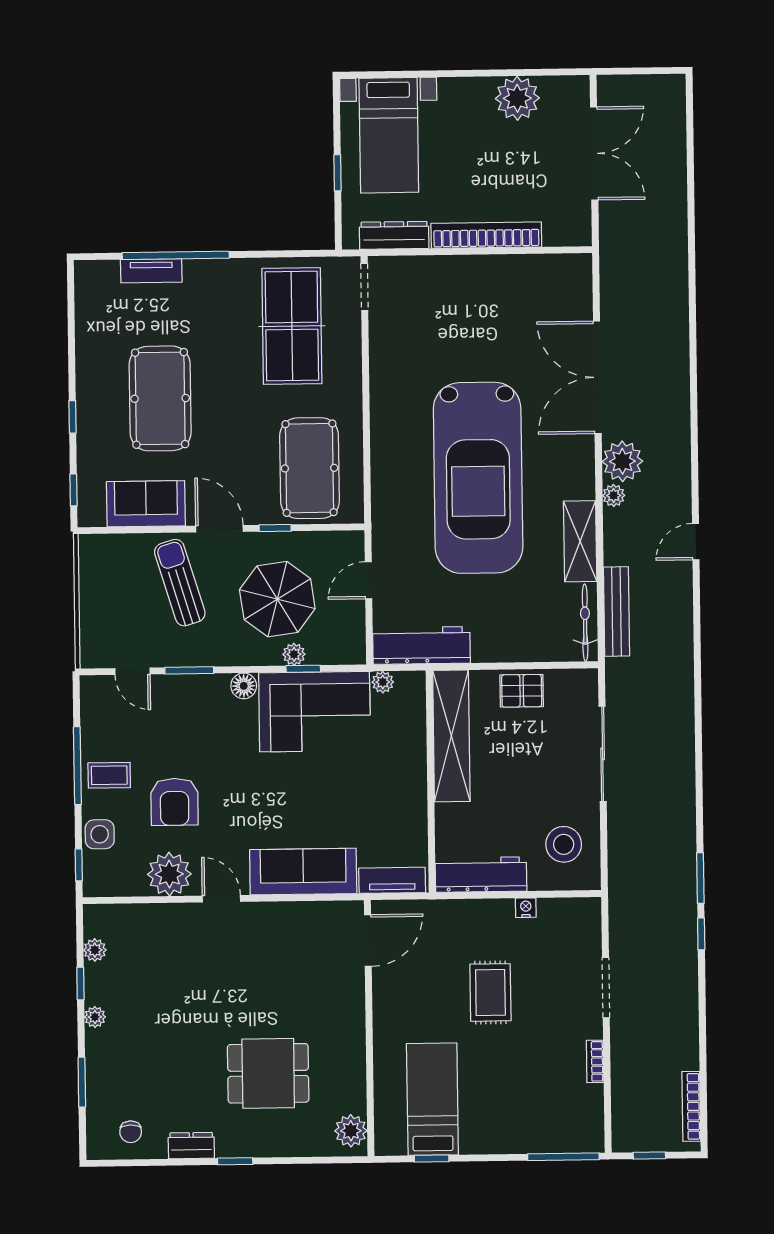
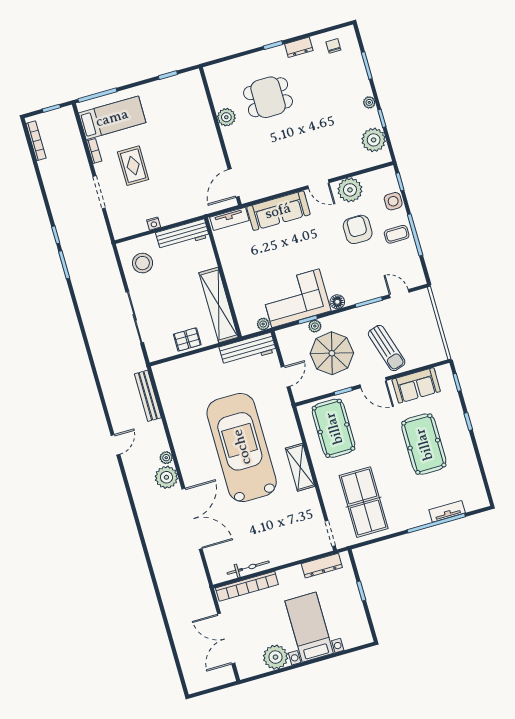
bed with nightstands: (389, 135) -> (309, 627), moved
bookcase: (486, 235) -> (247, 586), moved
shelving: (580, 541) -> (300, 467), moved
bicycle: (585, 623) -> (248, 568), moved, turned -90
plant: (95, 950) -> (374, 140), width x1.87, depth x1.87
rug: (490, 992) -> (133, 166), moved
bed: (432, 1099) -> (112, 118), moved, turned -90
plant: (351, 1131) -> (226, 117), moved

